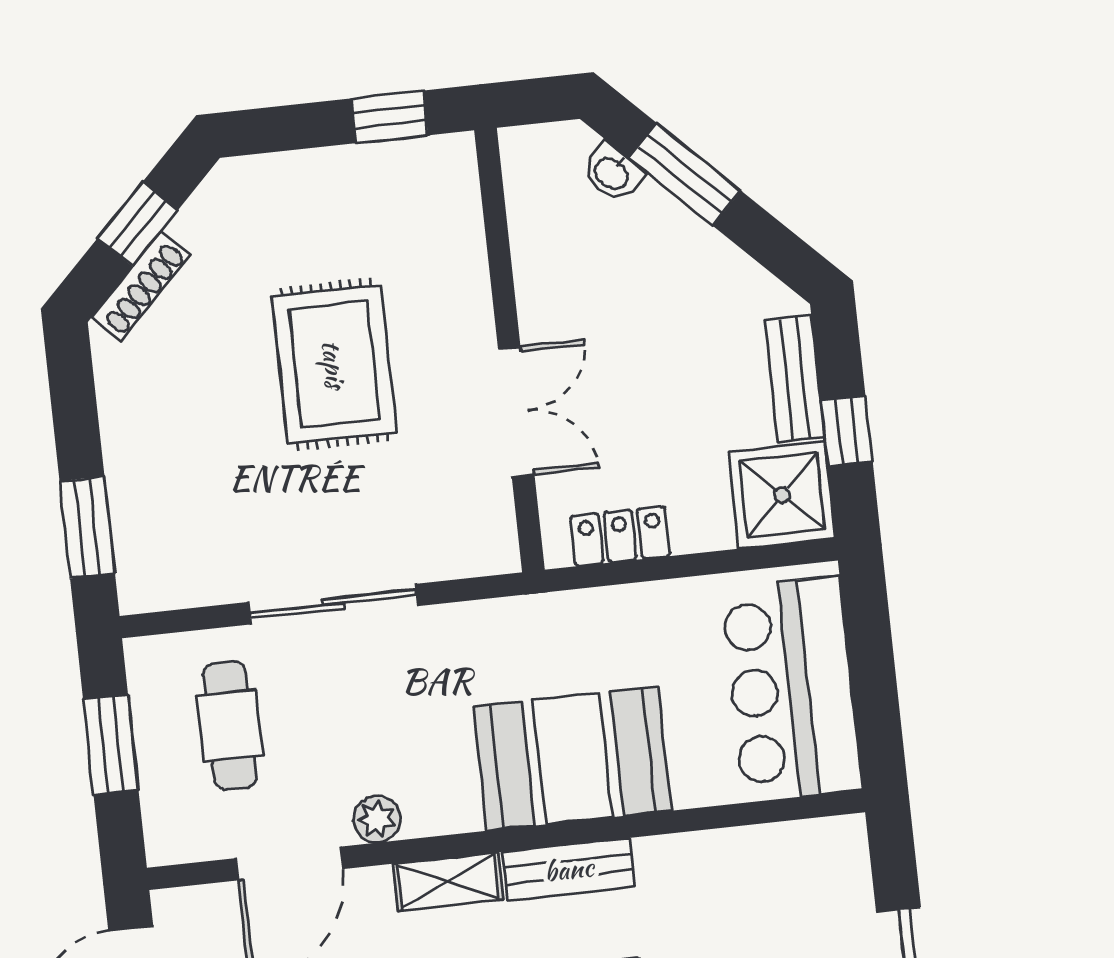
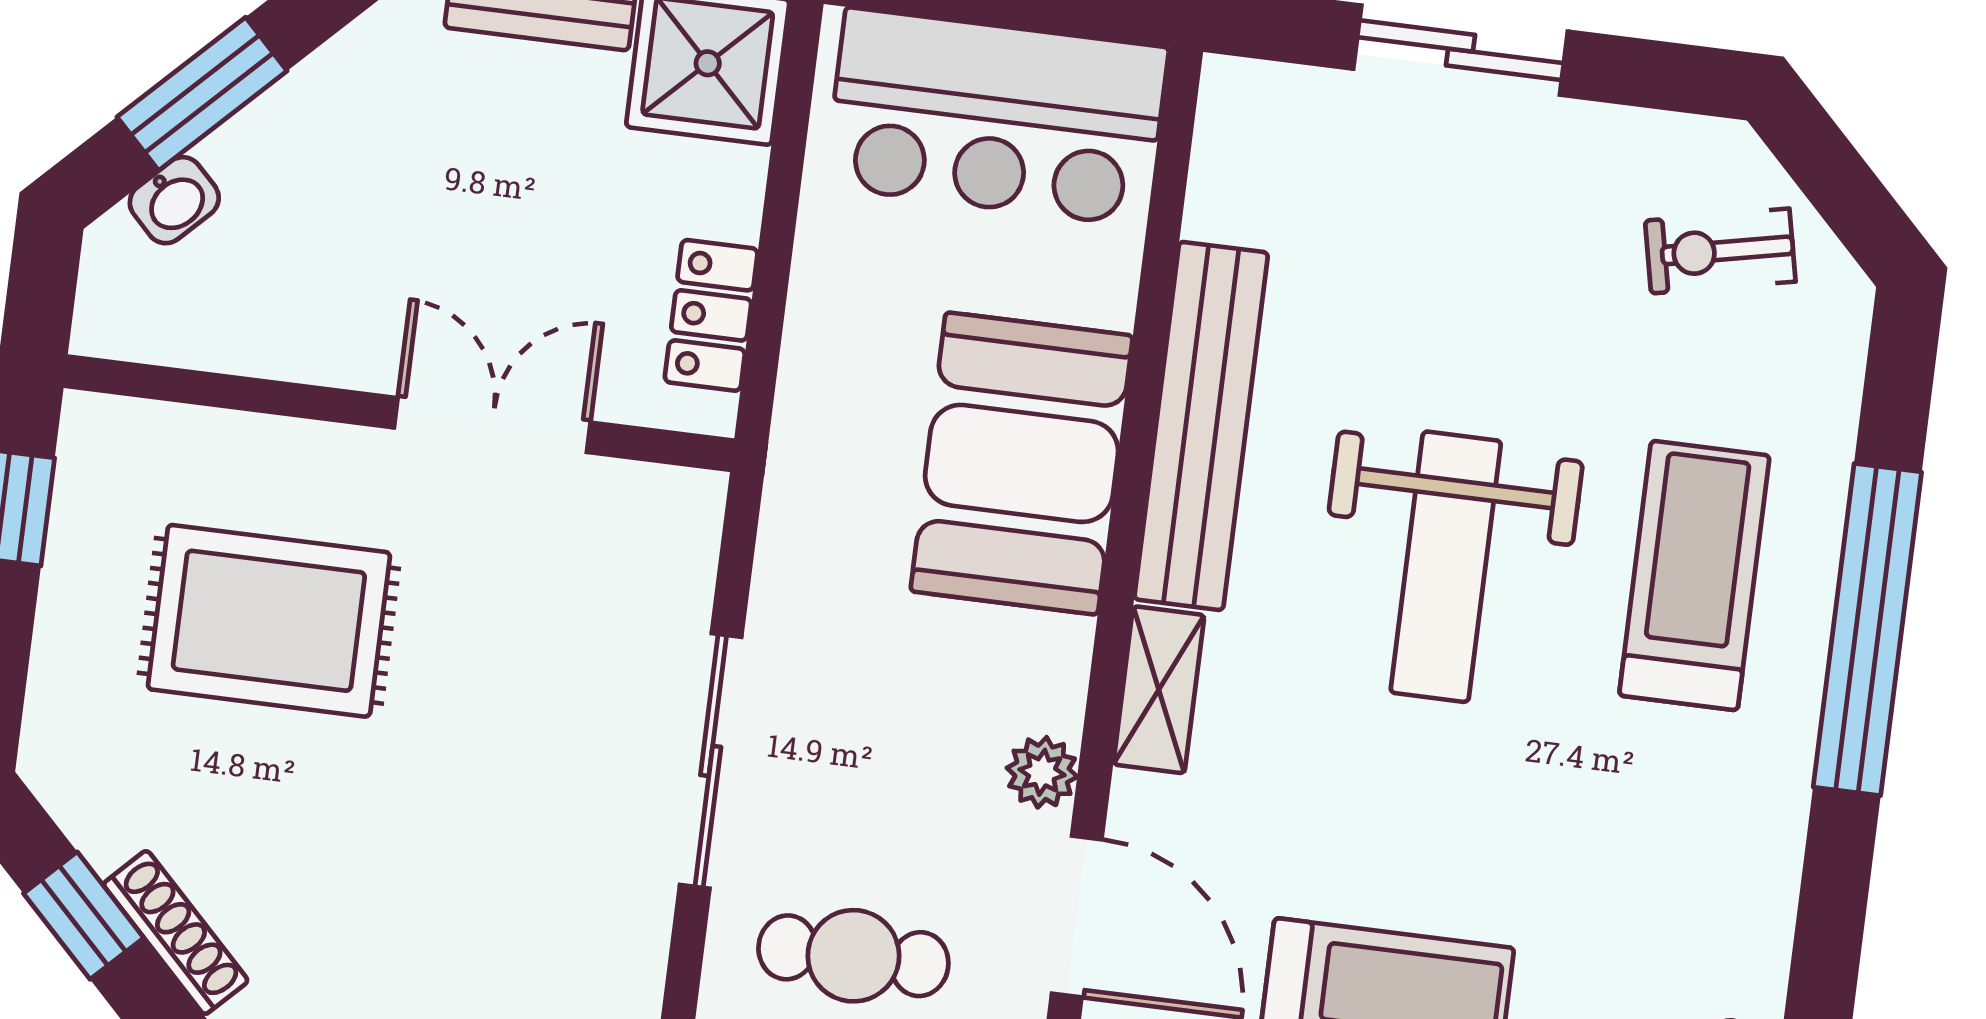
rug: (334, 364) -> (269, 621), moved
bench: (569, 869) -> (1201, 426), width x1.86, depth x1.21

